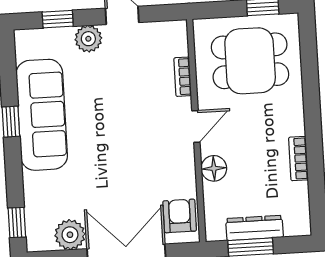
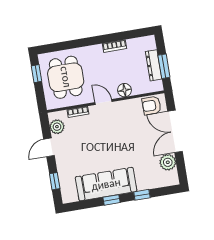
plant: (88, 39) -> (57, 127), moved
window: (17, 222) -> (142, 195), moved

